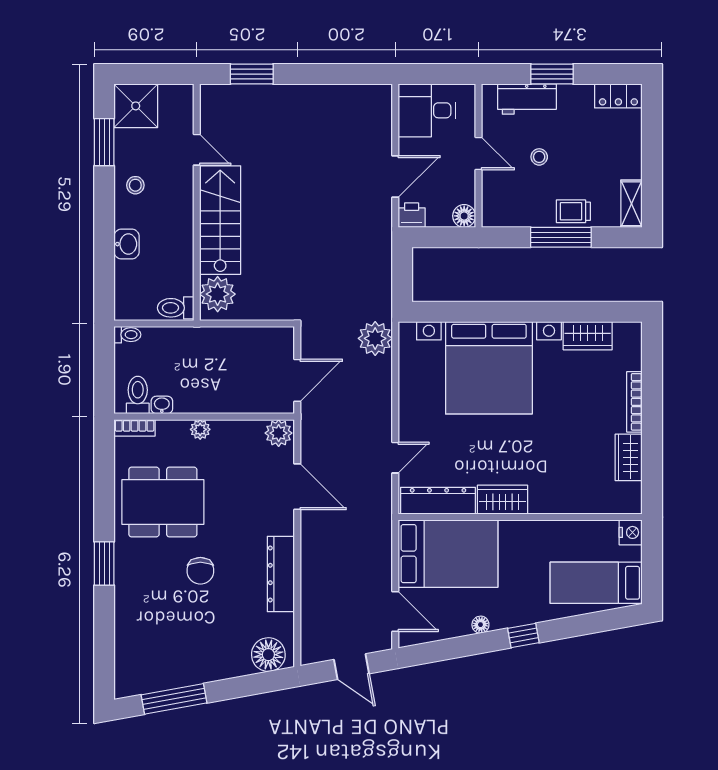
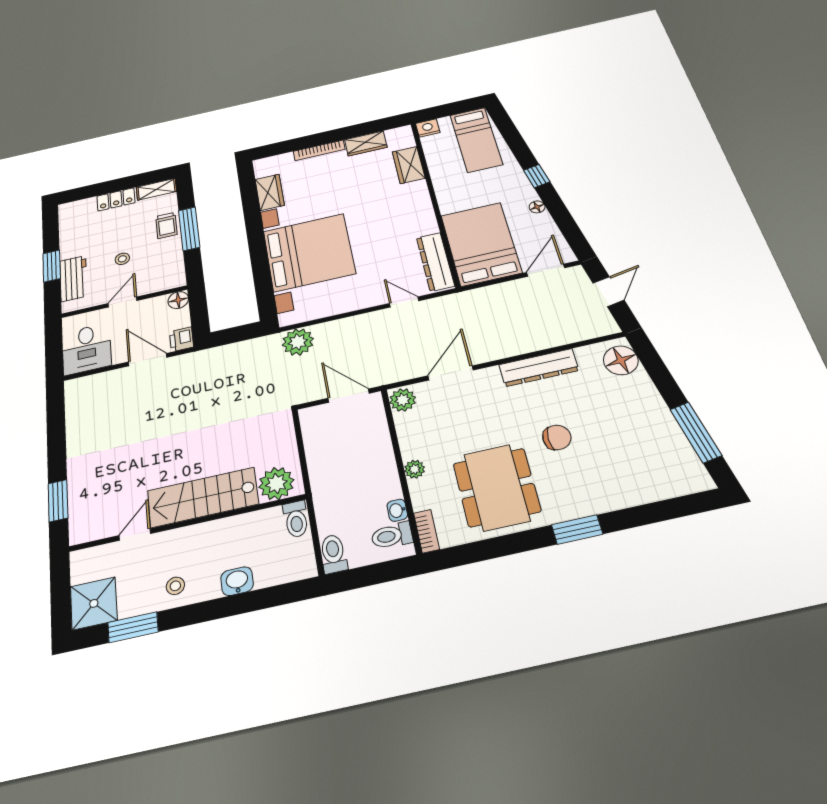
locker: (618, 96) -> (116, 199), moved, turned 90
toilet: (127, 335) -> (333, 554), width x1.37, depth x1.39
wardrobe: (503, 500) -> (409, 165), moved

